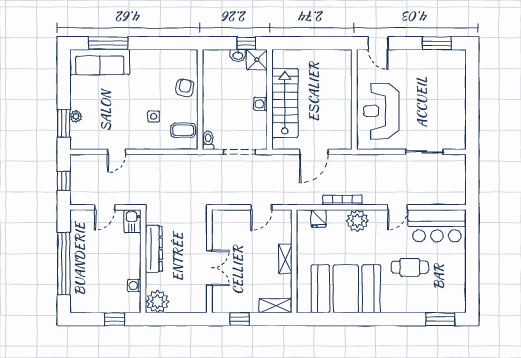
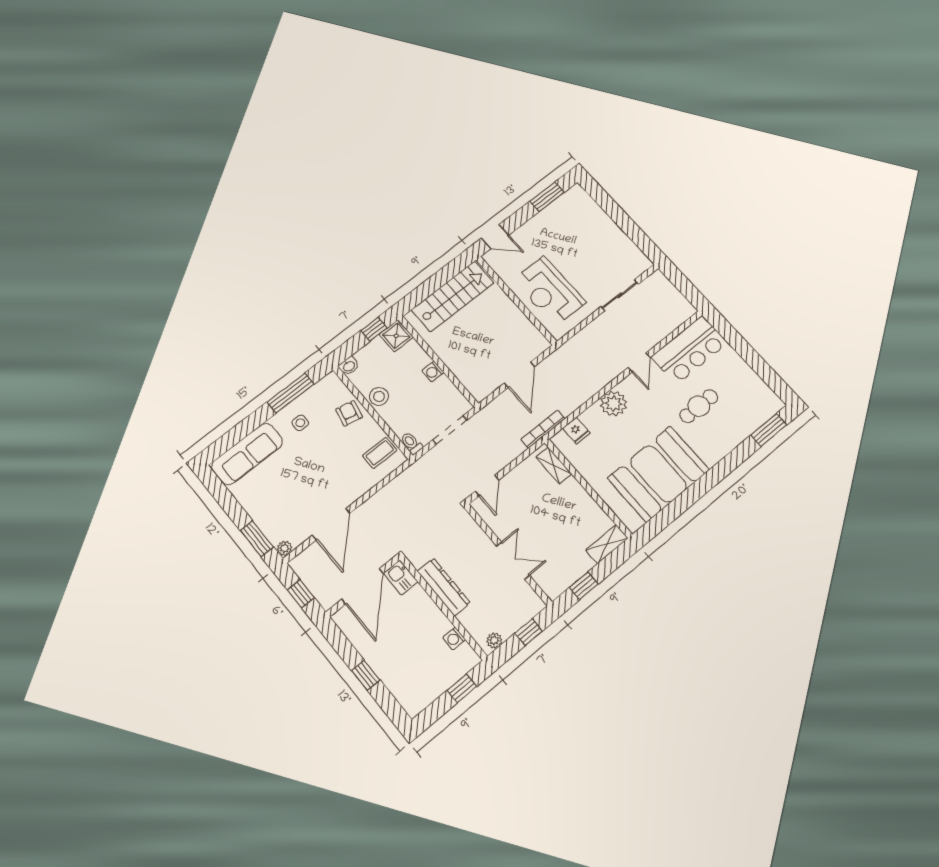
window: (108, 43) -> (291, 393), moved
washbasin: (238, 55) -> (349, 366), moved
stool: (213, 92) -> (379, 396), added
stairs: (285, 103) -> (453, 296), moved, turned 90
plant: (76, 116) -> (284, 548), moved
side table: (154, 116) -> (300, 423), moved
door: (116, 152) -> (331, 524), width x1.88
bookcase: (342, 200) -> (543, 429), moved
door: (105, 207) -> (362, 586), width x1.87
door: (261, 207) -> (487, 486), moved
shelving: (285, 259) -> (554, 465), moved
window: (64, 264) -> (366, 675), width x0.32
plant: (157, 302) -> (494, 640), width x0.53, depth x0.53
window: (182, 319) -> (529, 632), added

